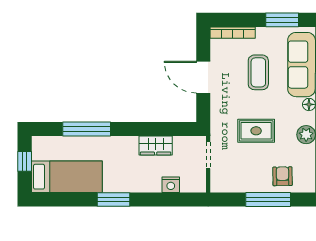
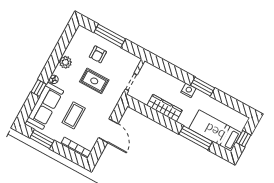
wardrobe: (156, 146) -> (164, 108), width x1.50
armchair: (283, 176) -> (98, 54), moved
bed: (67, 177) -> (215, 131), moved
nightstand: (171, 185) -> (188, 90), moved

